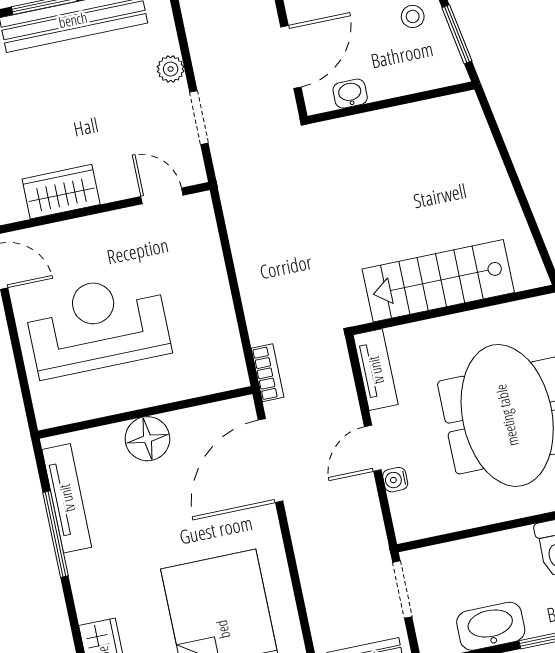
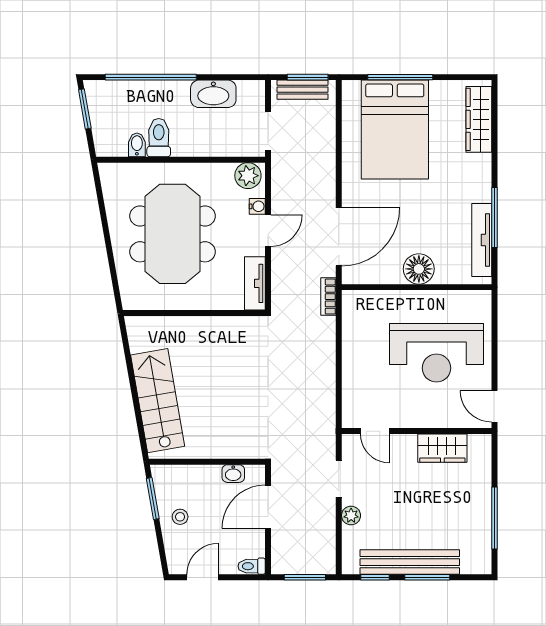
stairs: (438, 281) -> (158, 401), moved, turned -100
plant: (418, 520) -> (248, 176), added

